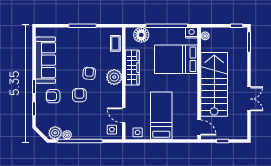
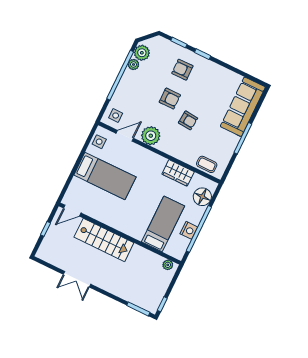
nightstand: (192, 33) -> (189, 230), moved
bed: (176, 59) -> (163, 224), width x0.67
sofa: (46, 60) -> (243, 107), moved, turned 90
wardrobe: (132, 68) -> (178, 173), width x0.67
plant: (114, 77) -> (151, 136), moved
stairs: (214, 84) -> (104, 240), width x0.73, depth x0.66
armchair: (53, 96) -> (182, 70), turned -91

